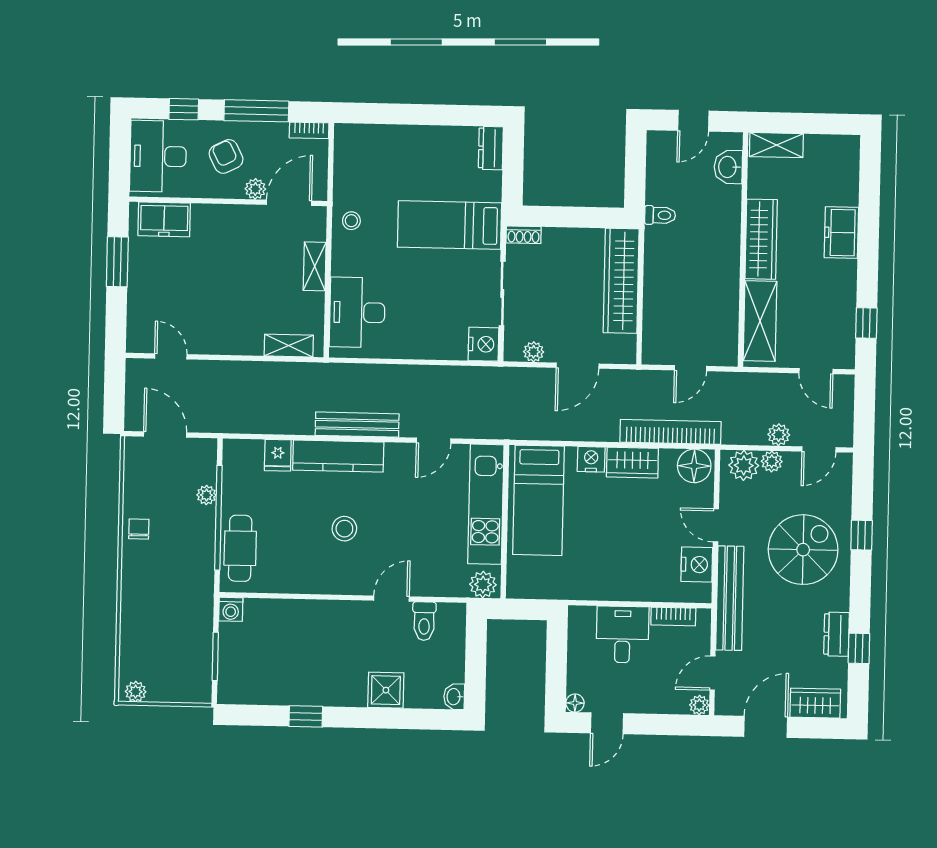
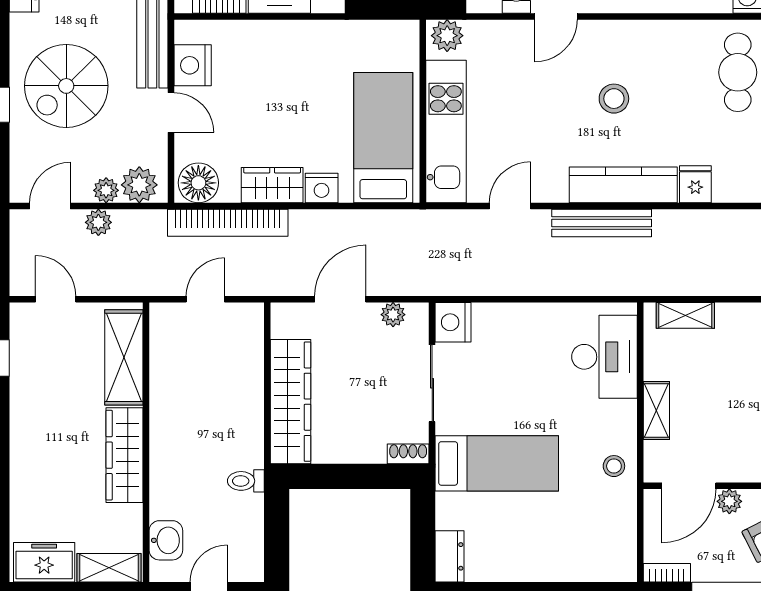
freezer: (841, 233) -> (44, 562), moved, turned -90

